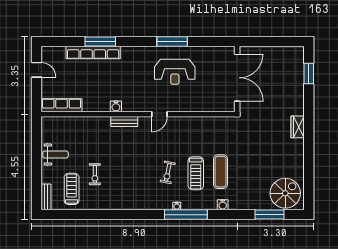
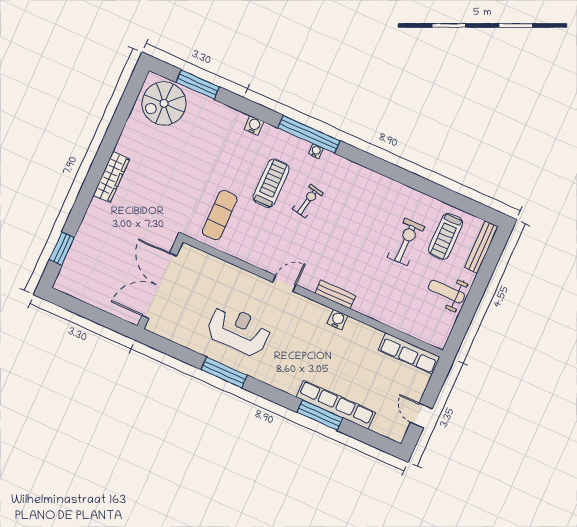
wardrobe: (298, 127) -> (111, 177), width x1.50
exercise mat: (221, 172) -> (220, 215), moved
exercise bike: (95, 174) -> (406, 242), width x1.38, depth x1.39
bench: (46, 197) -> (481, 247), width x1.36

